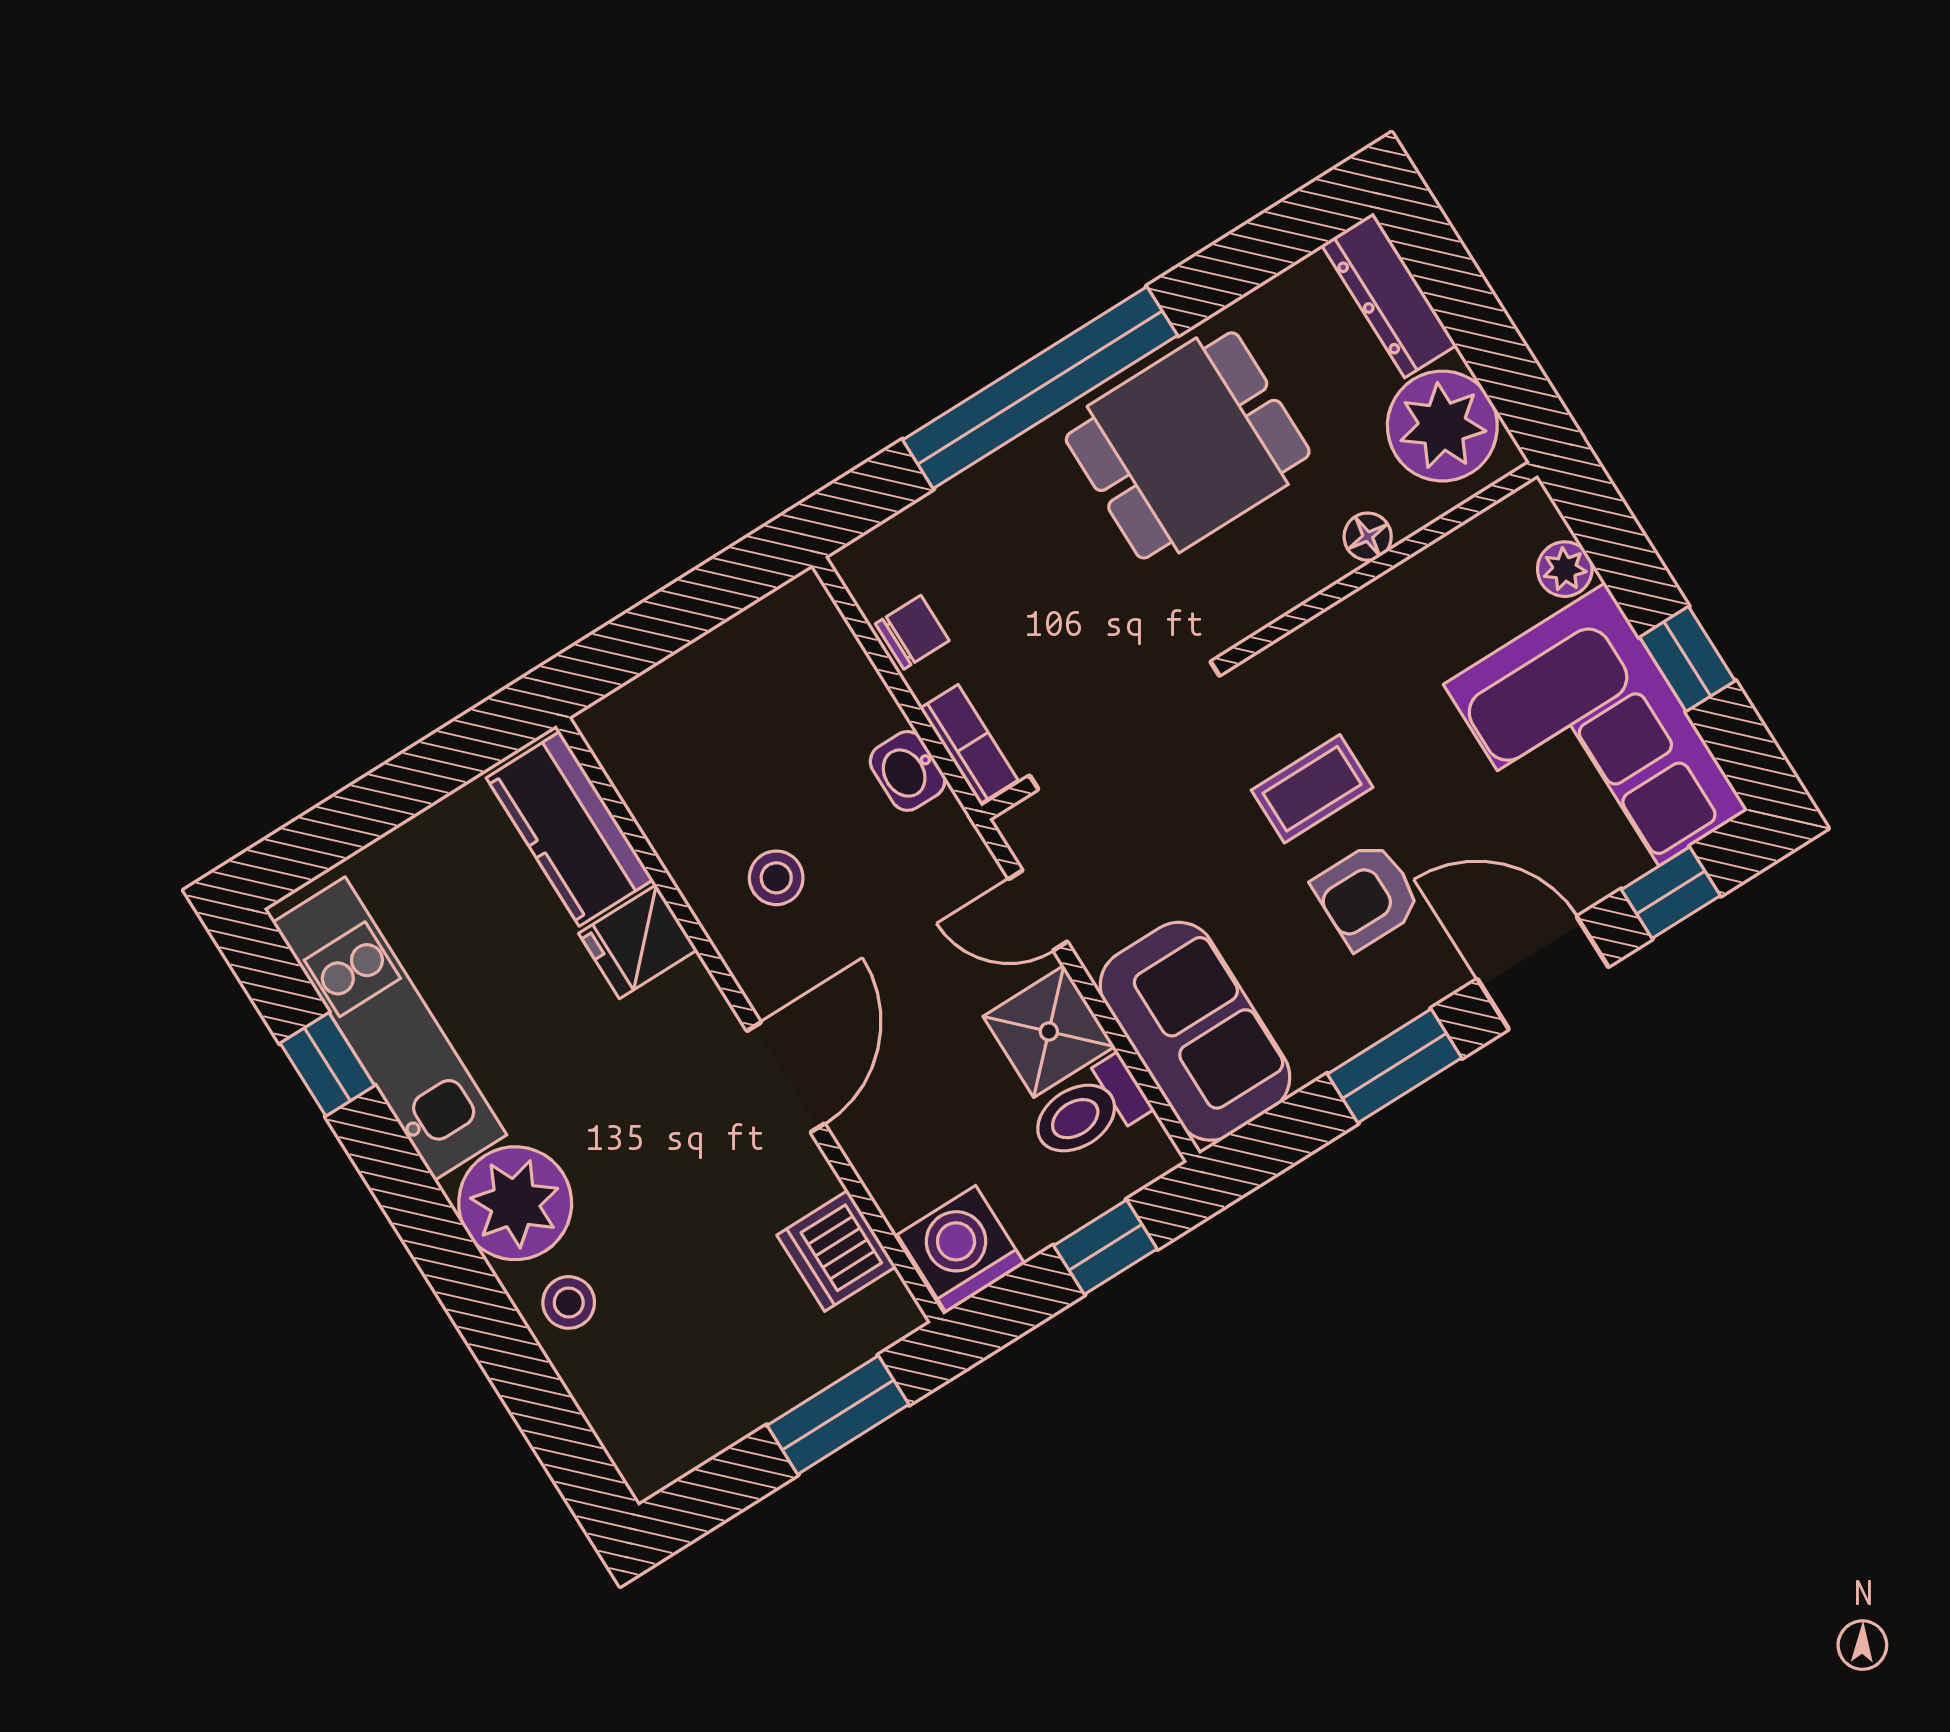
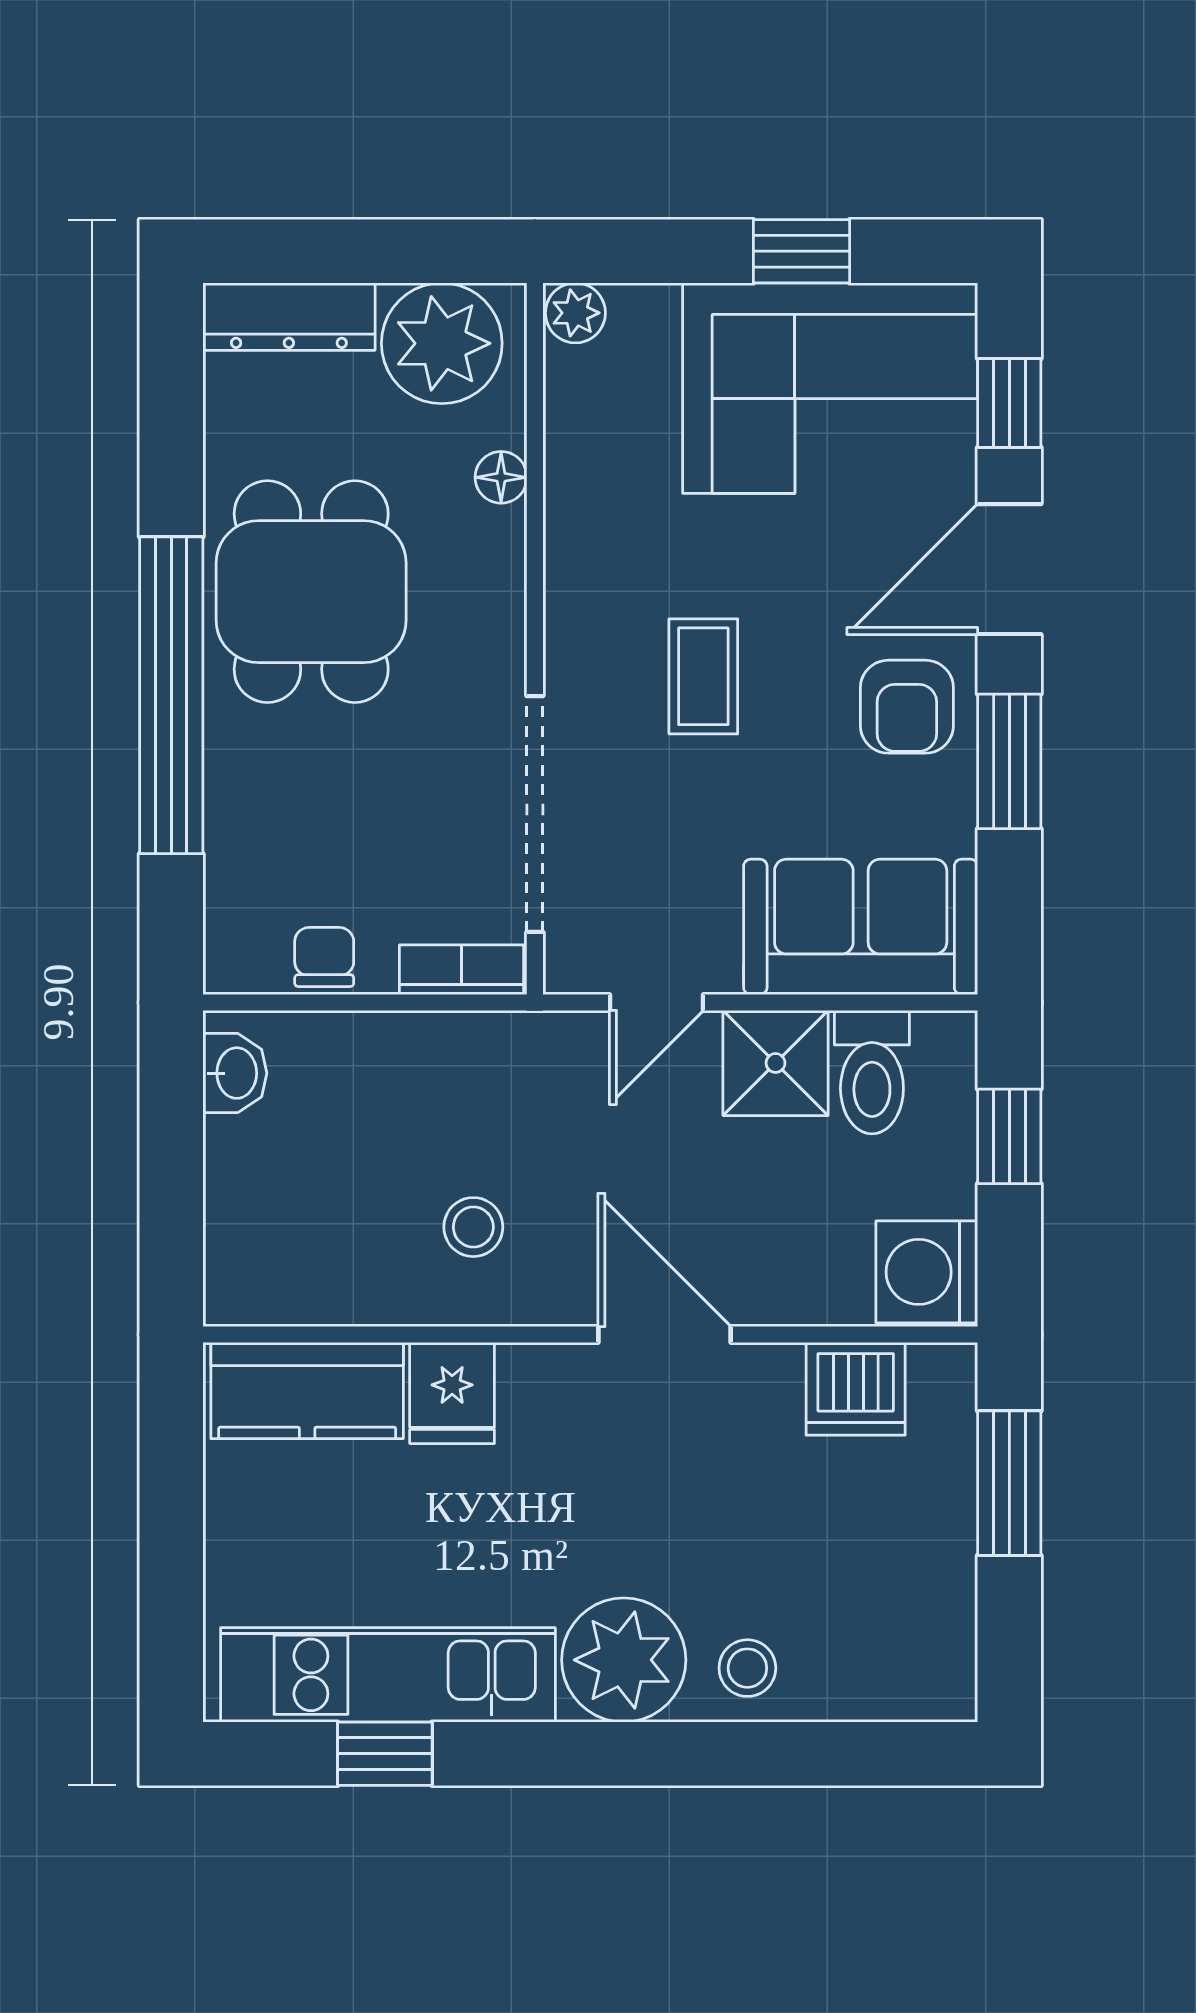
plant: (1565, 569) -> (575, 313), moved
washbasin: (908, 771) -> (235, 1073), moved, turned -90
armchair: (1367, 896) -> (907, 707), moved

